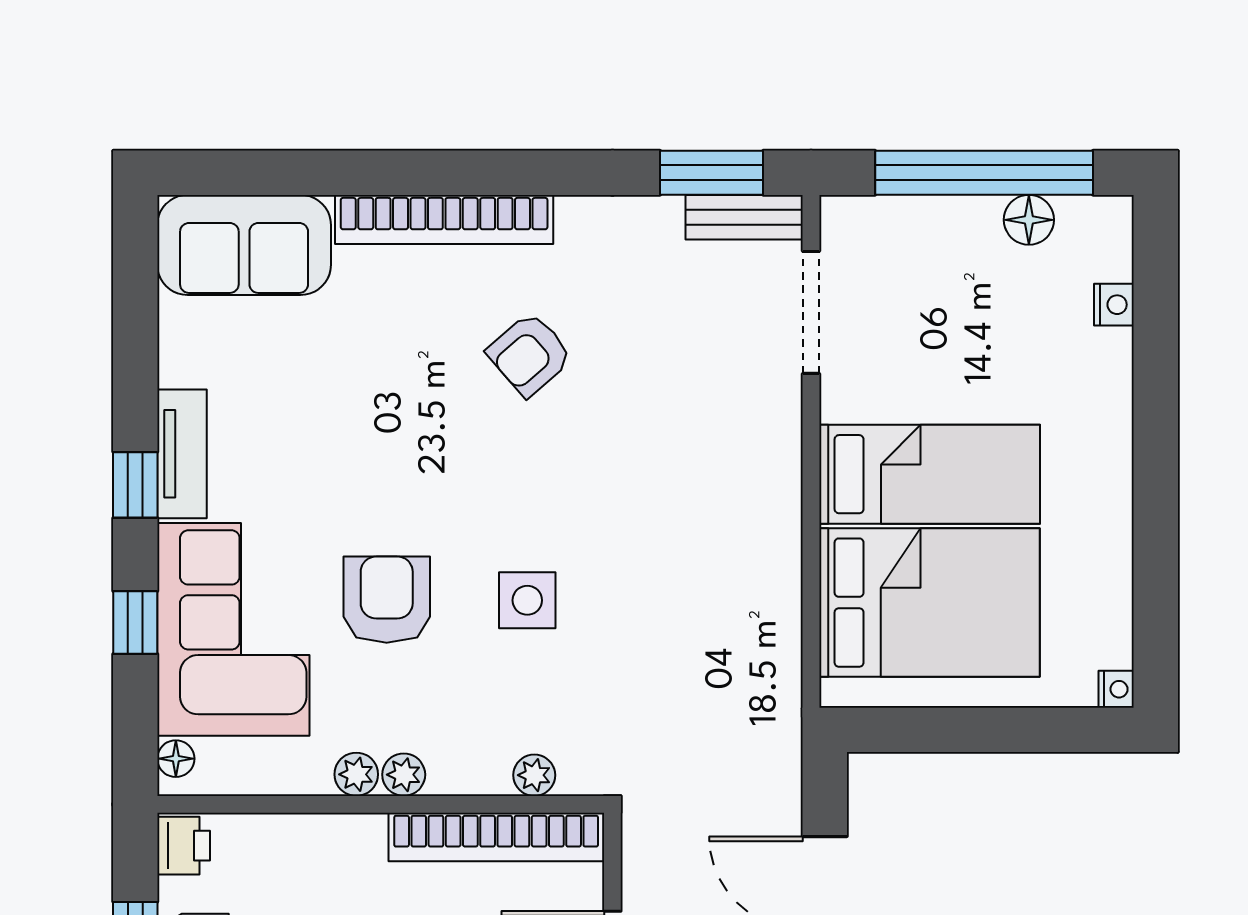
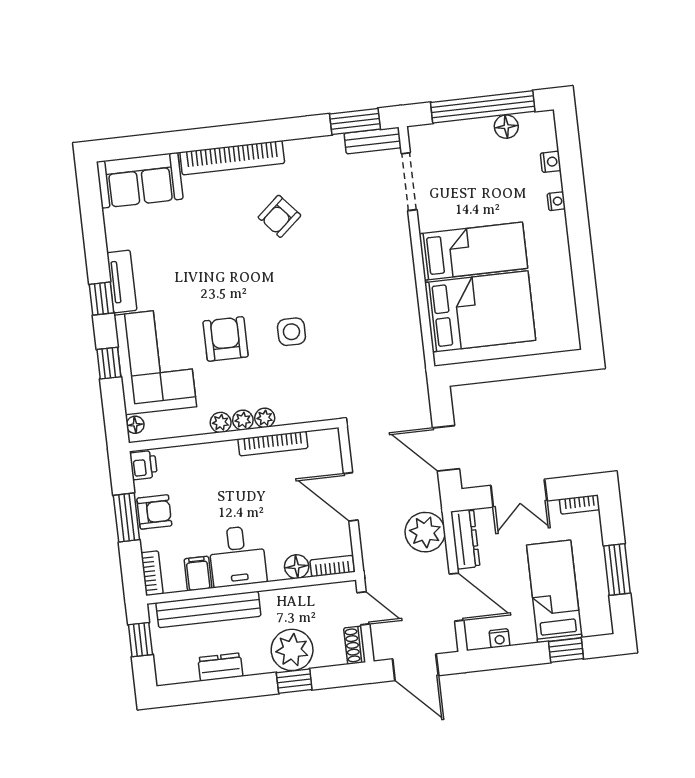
nightstand: (1116, 689) -> (556, 201), moved
plant: (534, 775) -> (265, 418), moved
bookcase: (496, 837) -> (273, 443), width x0.68, depth x0.76

